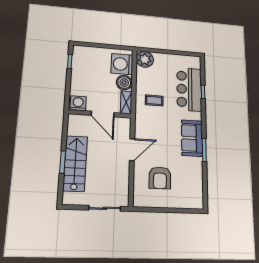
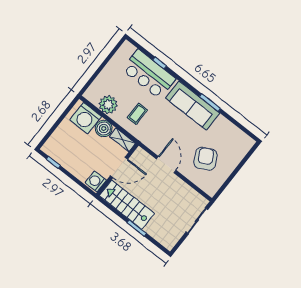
plant: (145, 59) -> (108, 105), moved
sofa: (192, 138) -> (193, 106), width x1.36
stairs: (75, 163) -> (127, 205), moved
armchair: (160, 178) -> (205, 159), turned -118

